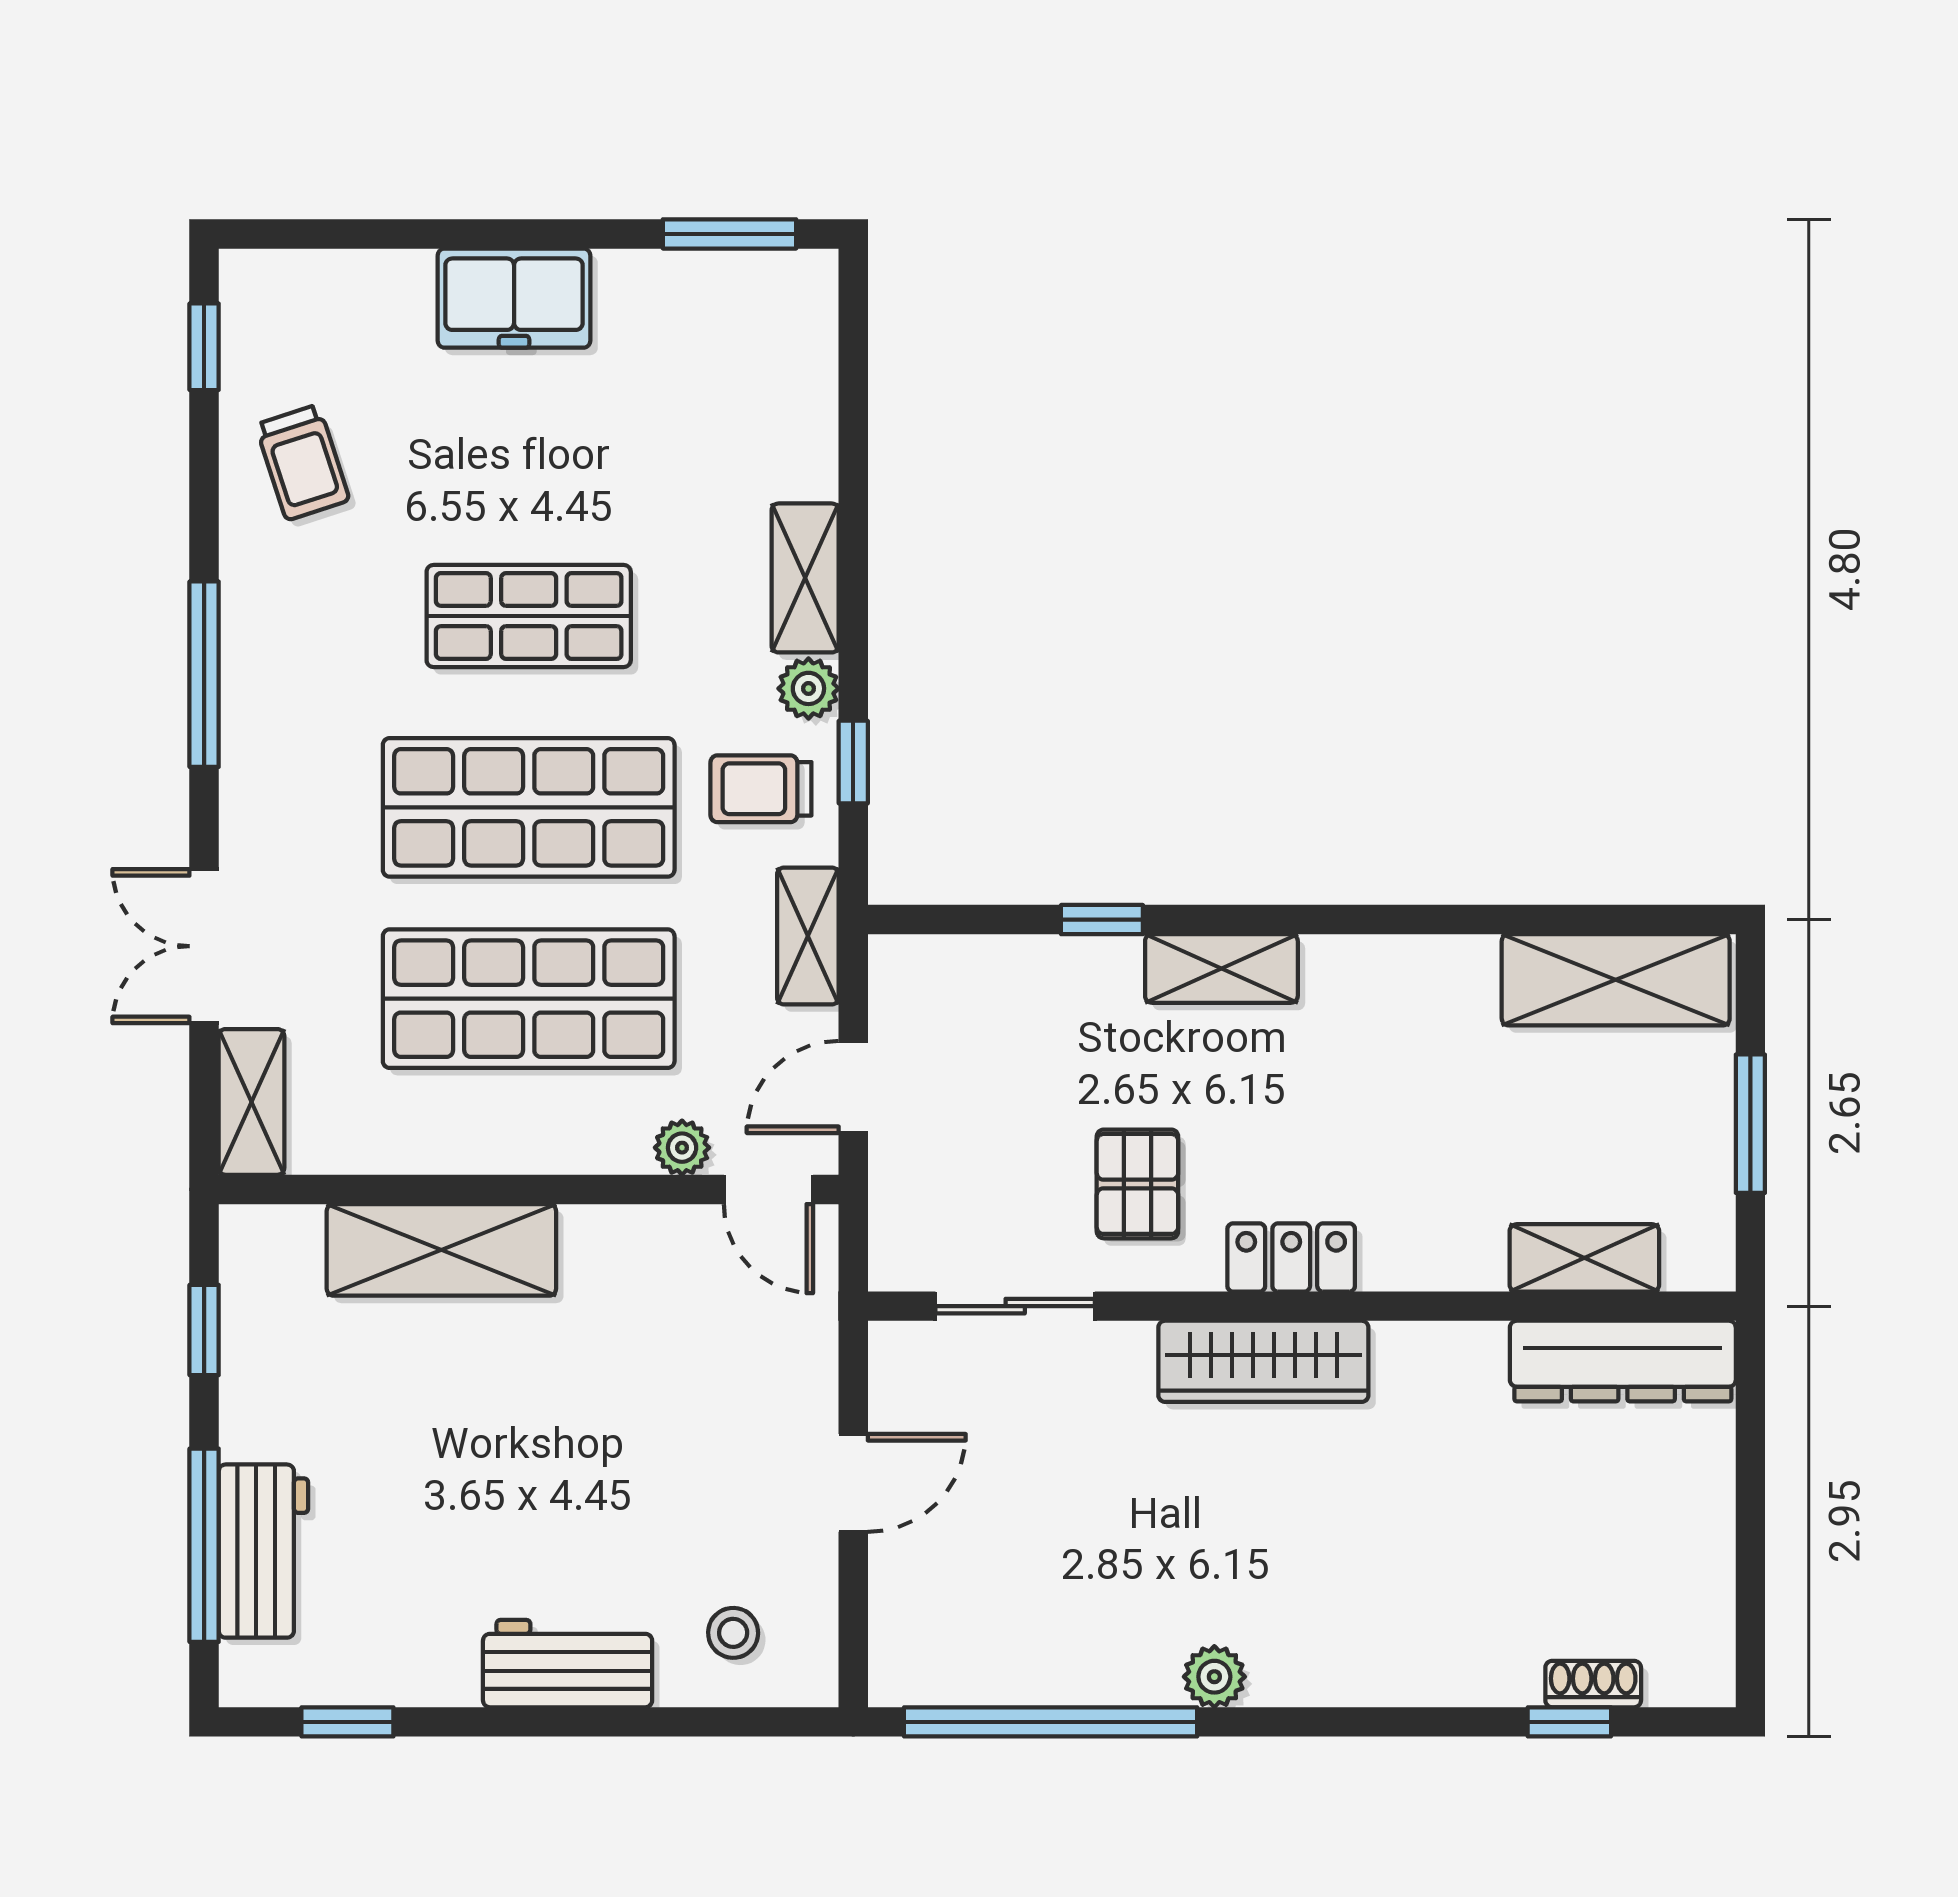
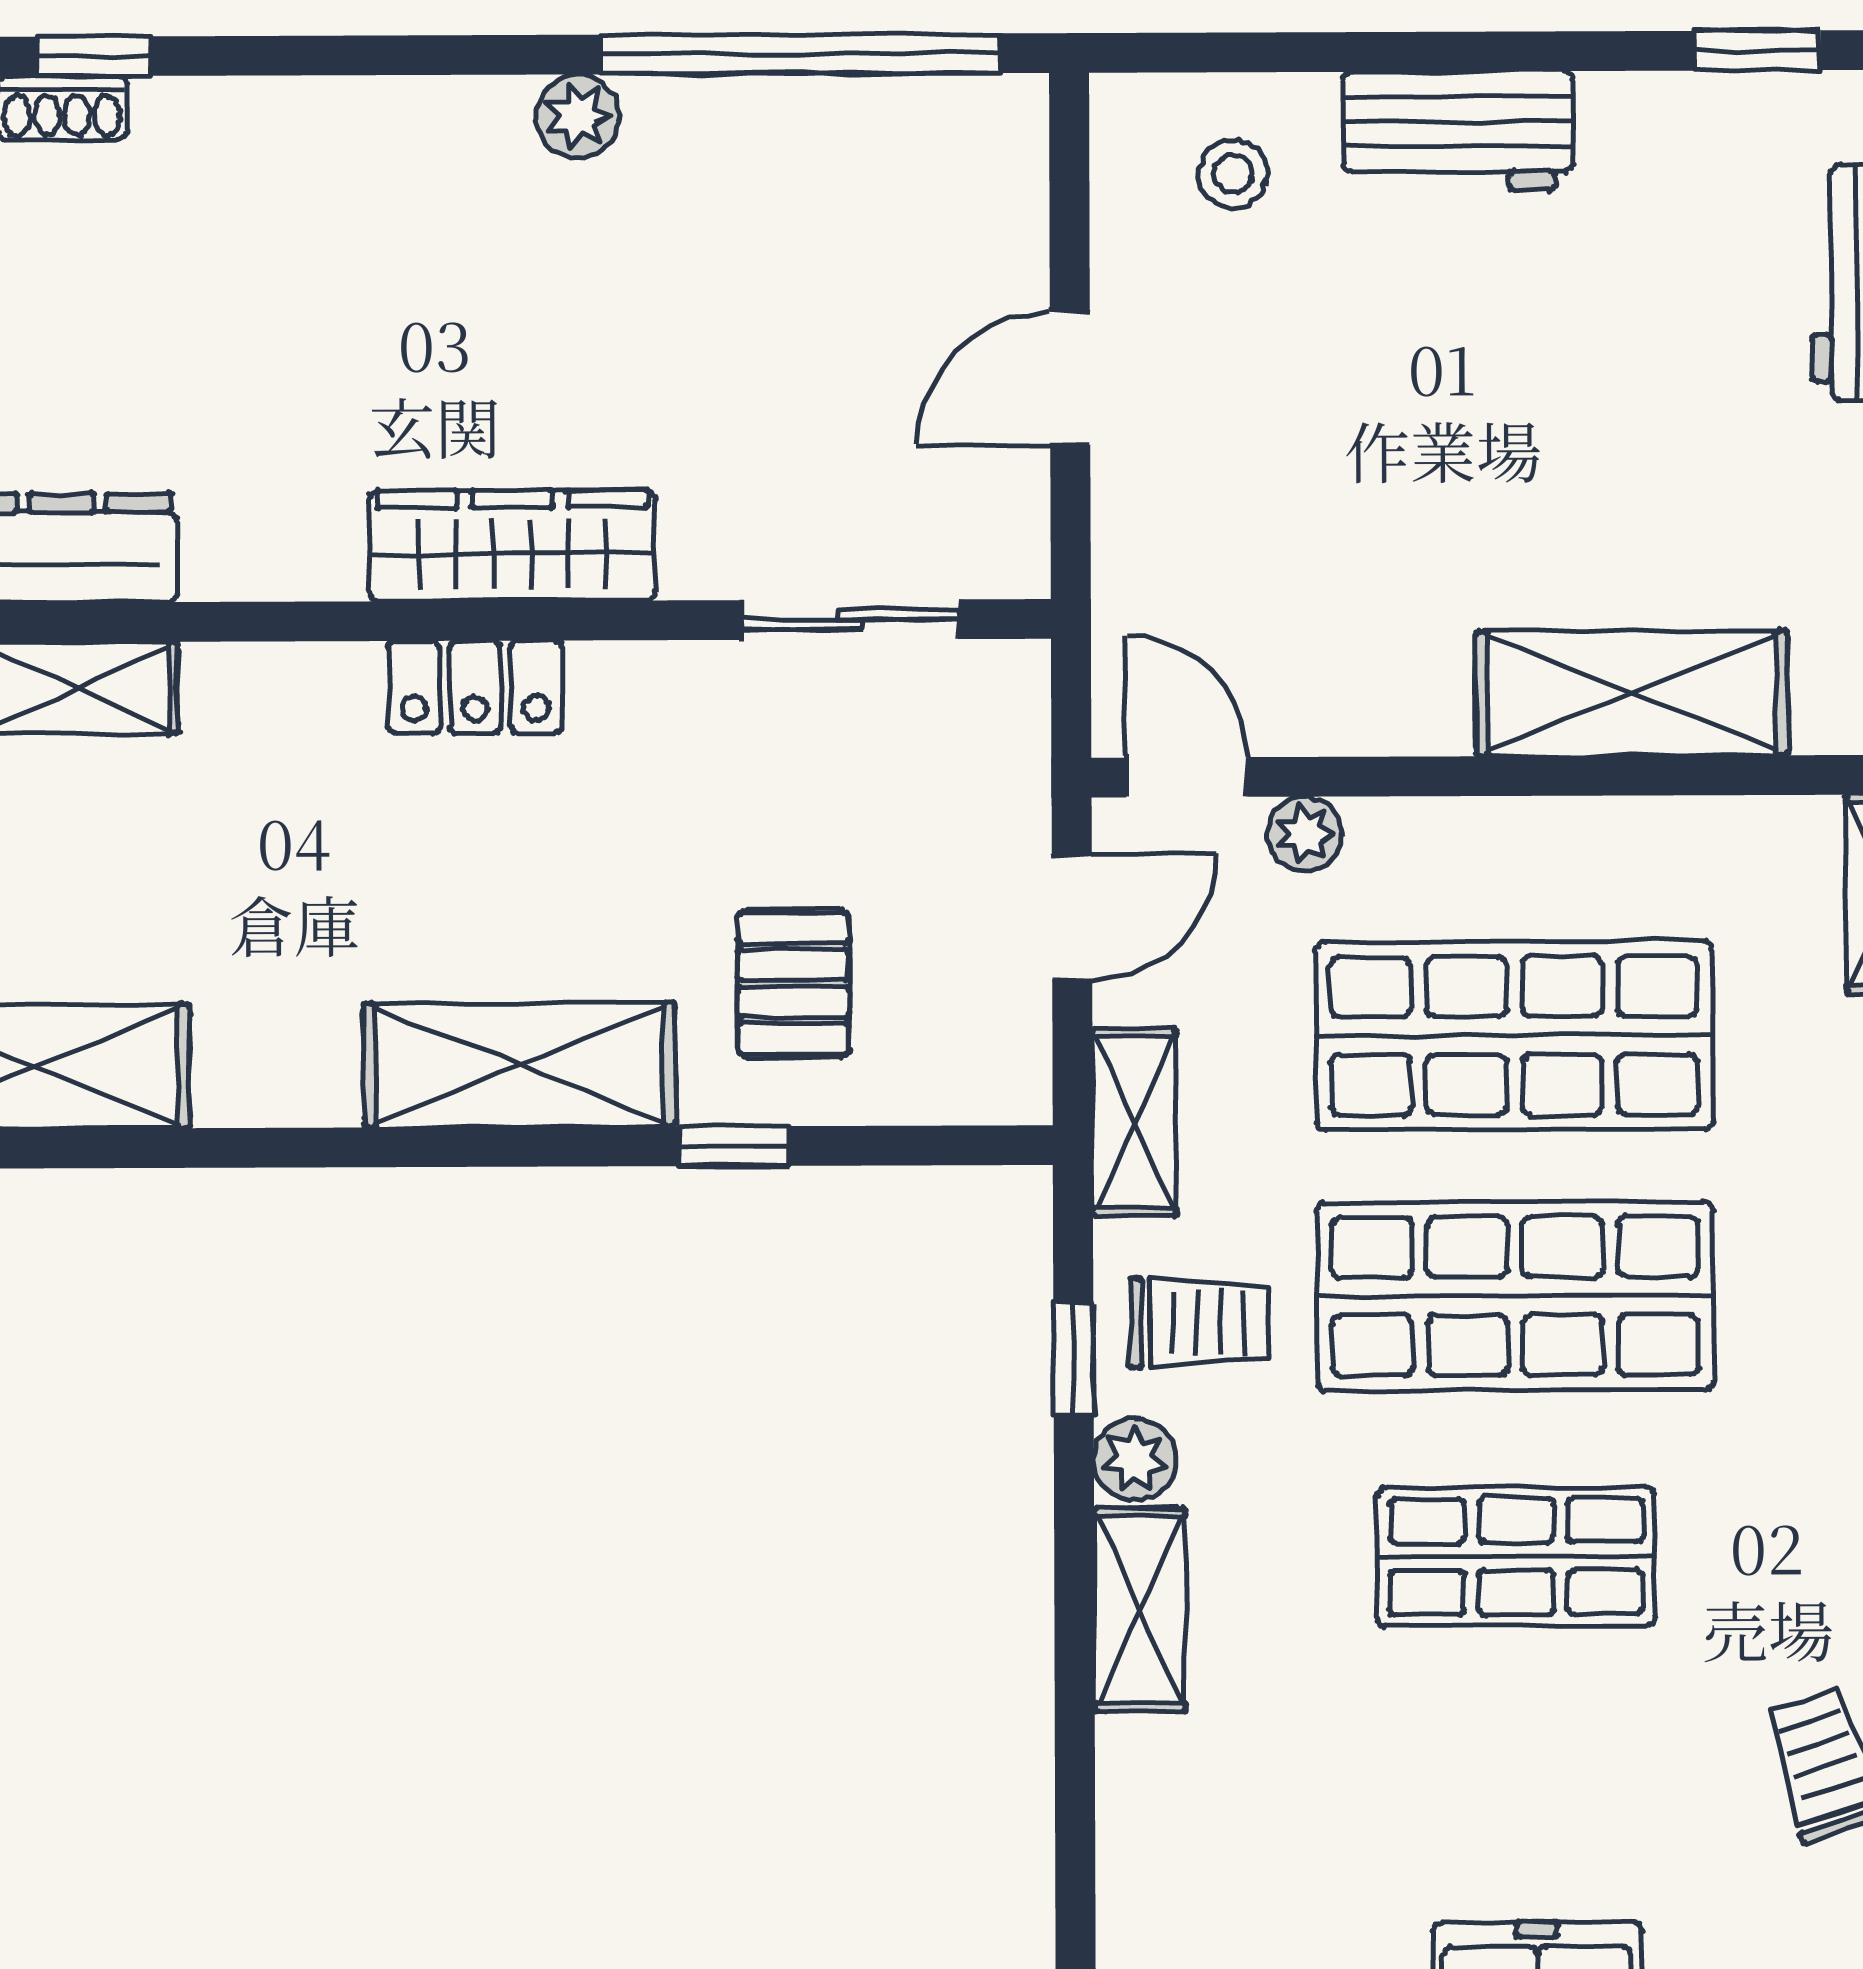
shelving: (1221, 968) -> (519, 1065), width x1.50, depth x1.33
pallet: (1137, 1184) -> (793, 984), moved

